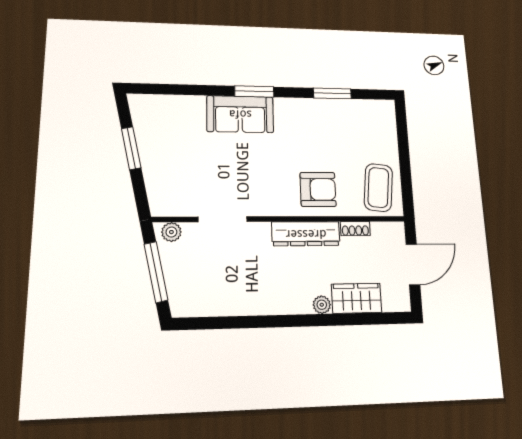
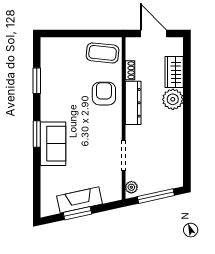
fireplace: (152, 152) -> (80, 200), added
plant: (322, 305) -> (173, 99), width x1.88, depth x1.88

